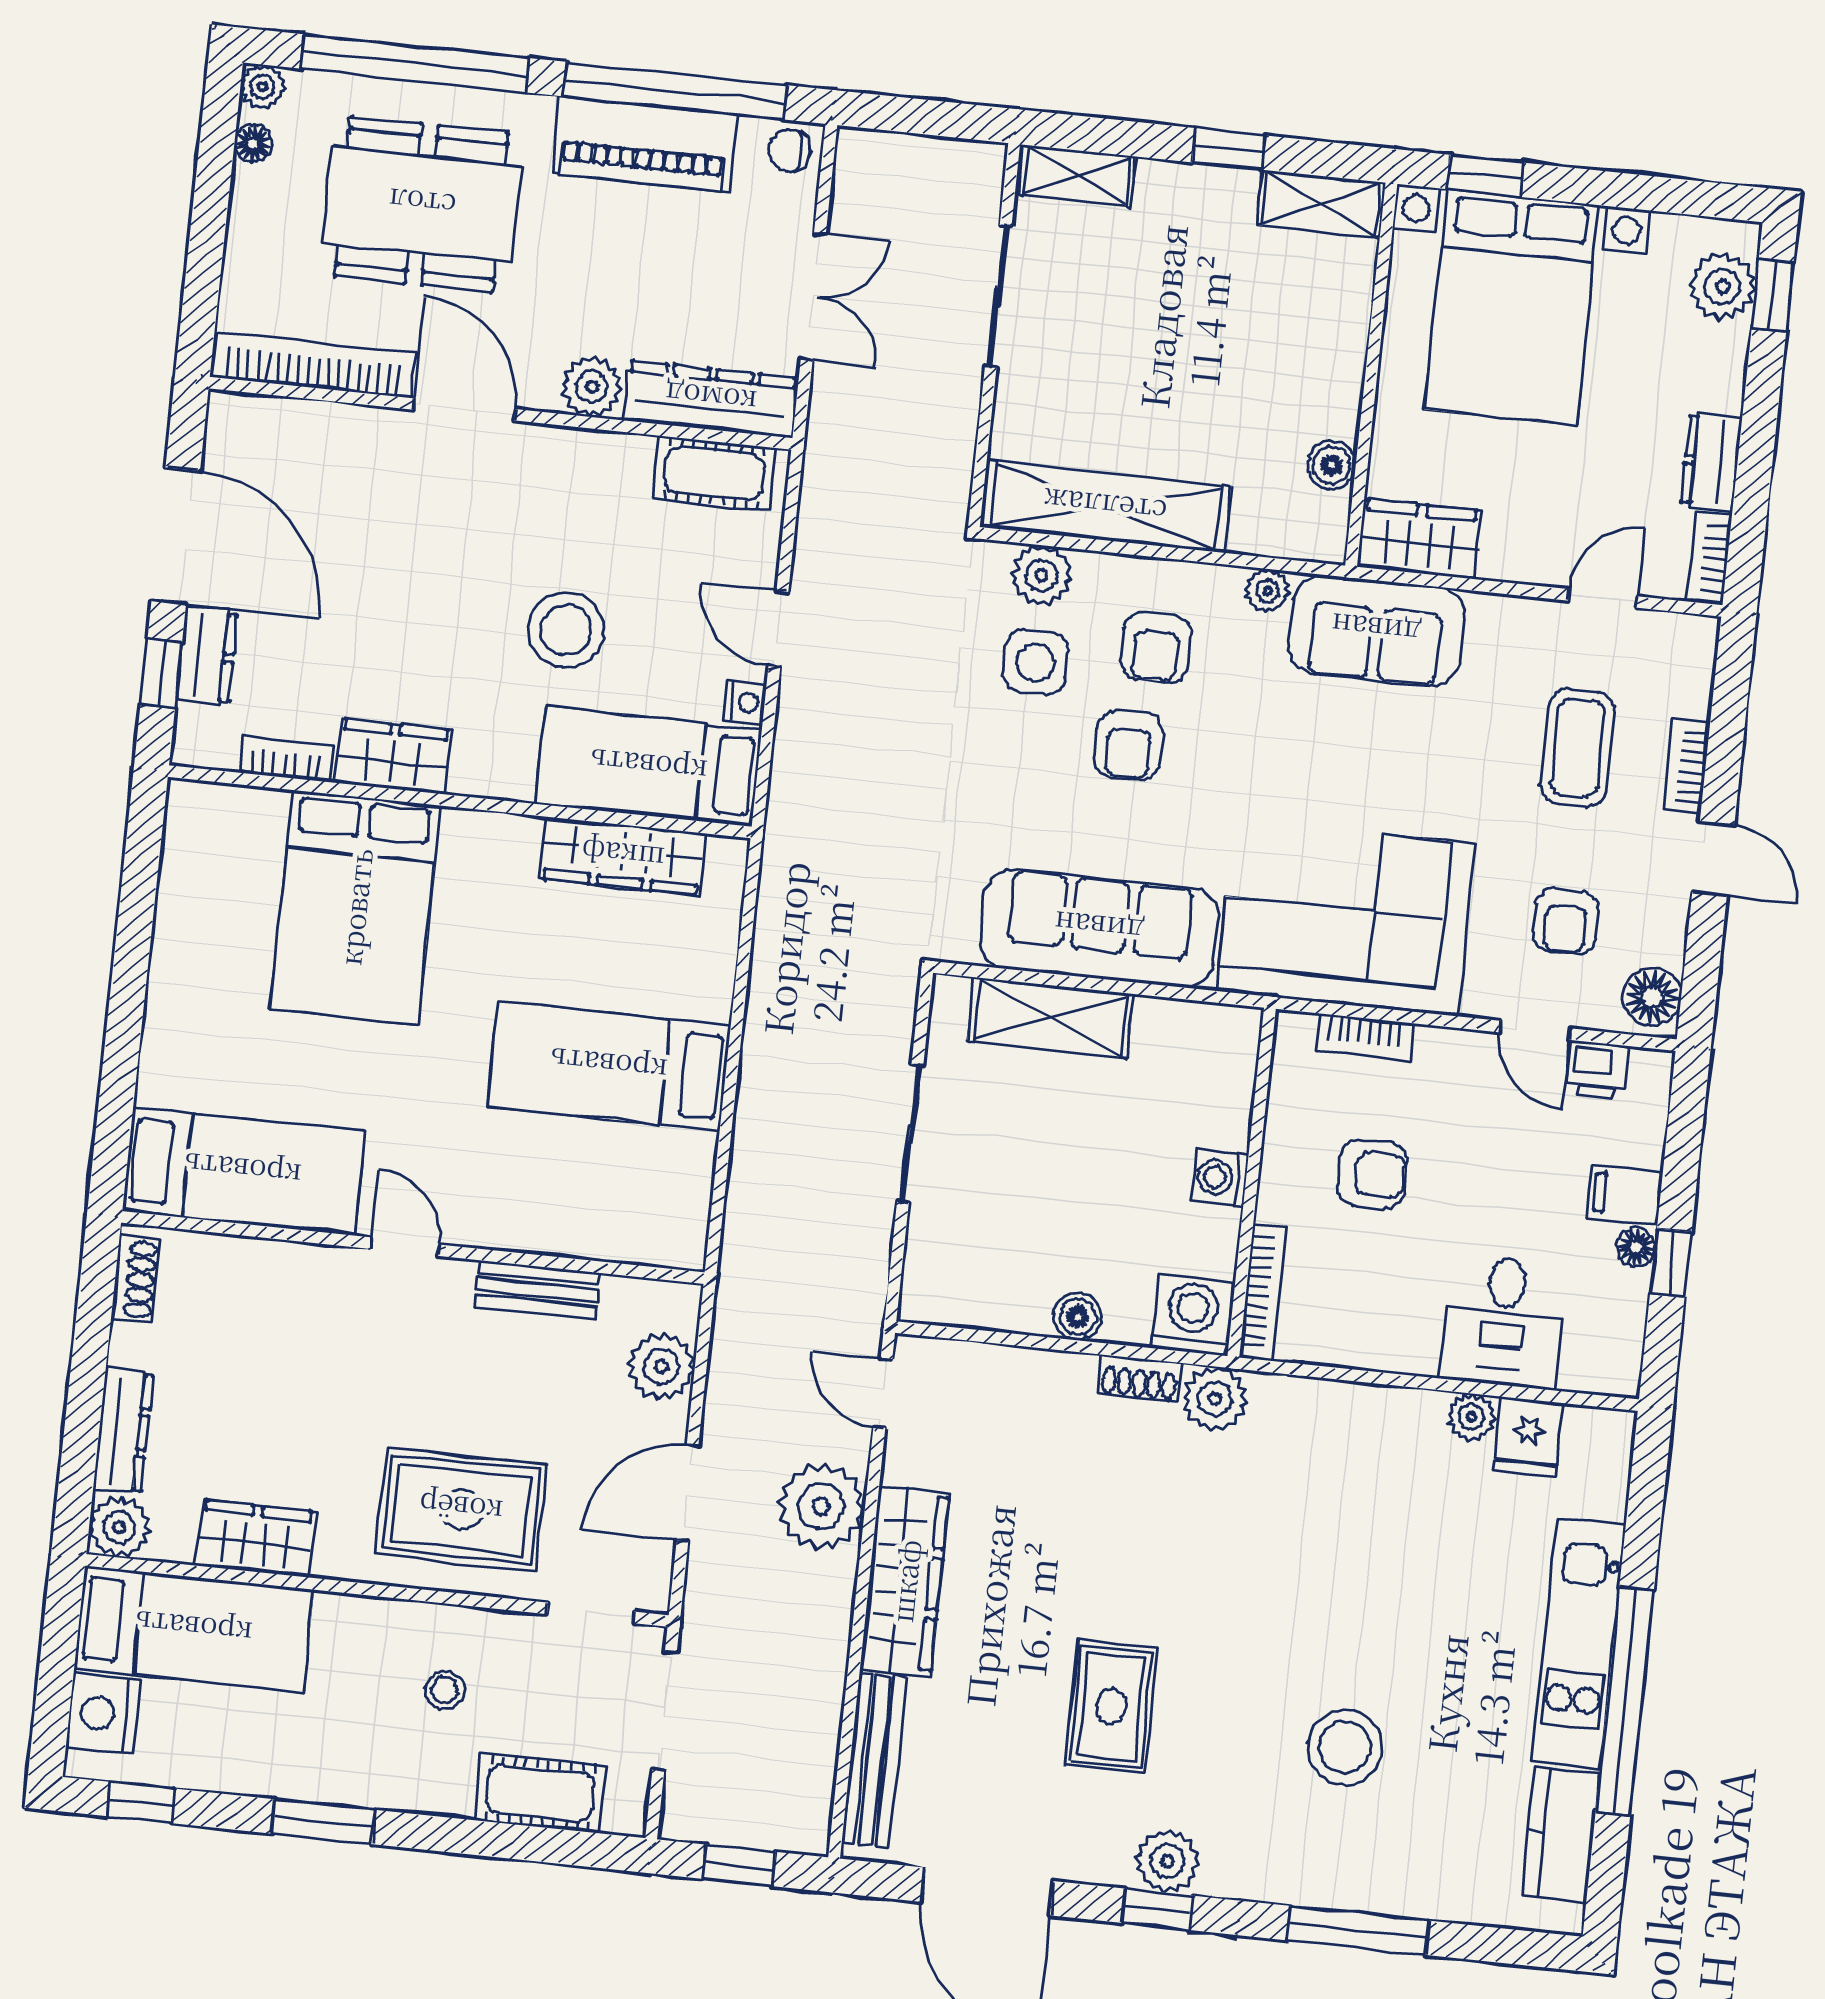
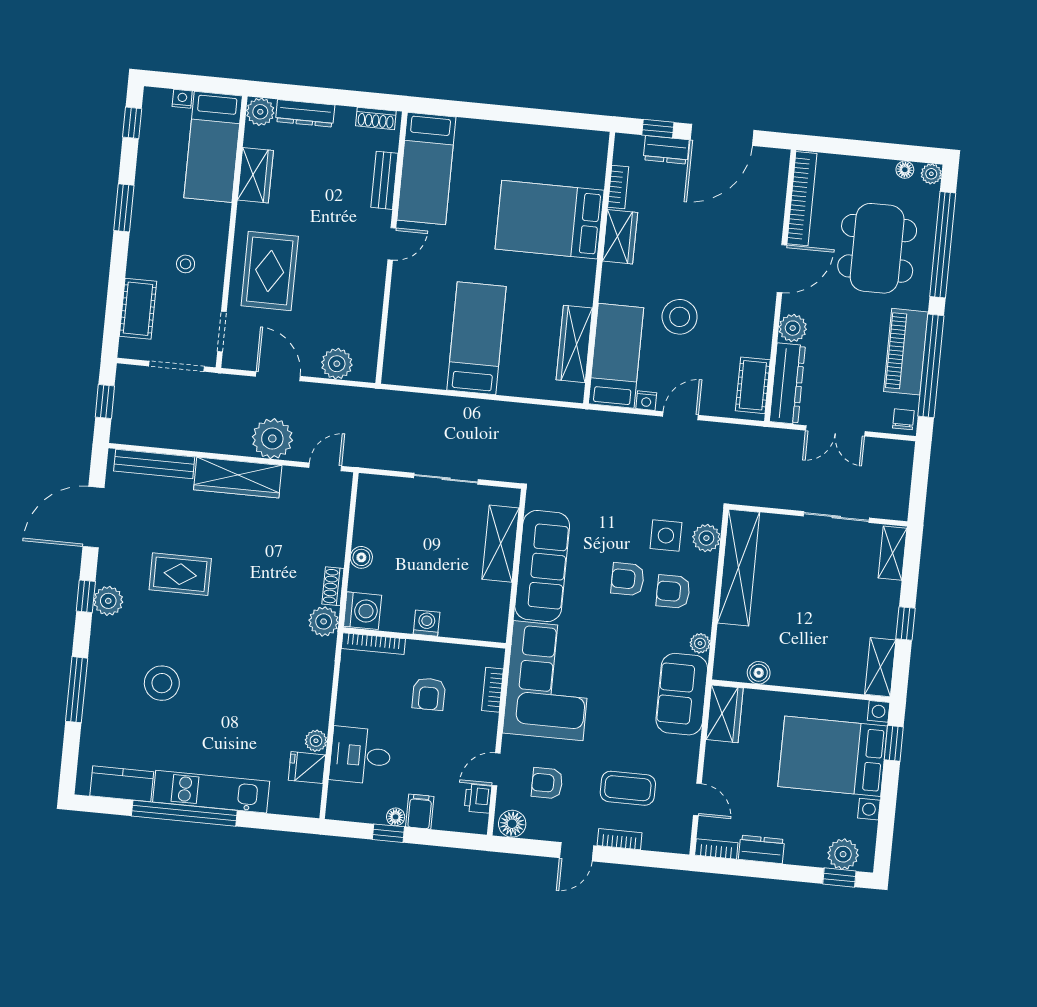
bench: (537, 1290) -> (384, 180), moved
nightstand: (103, 1714) -> (182, 99), width x0.53, depth x0.56

